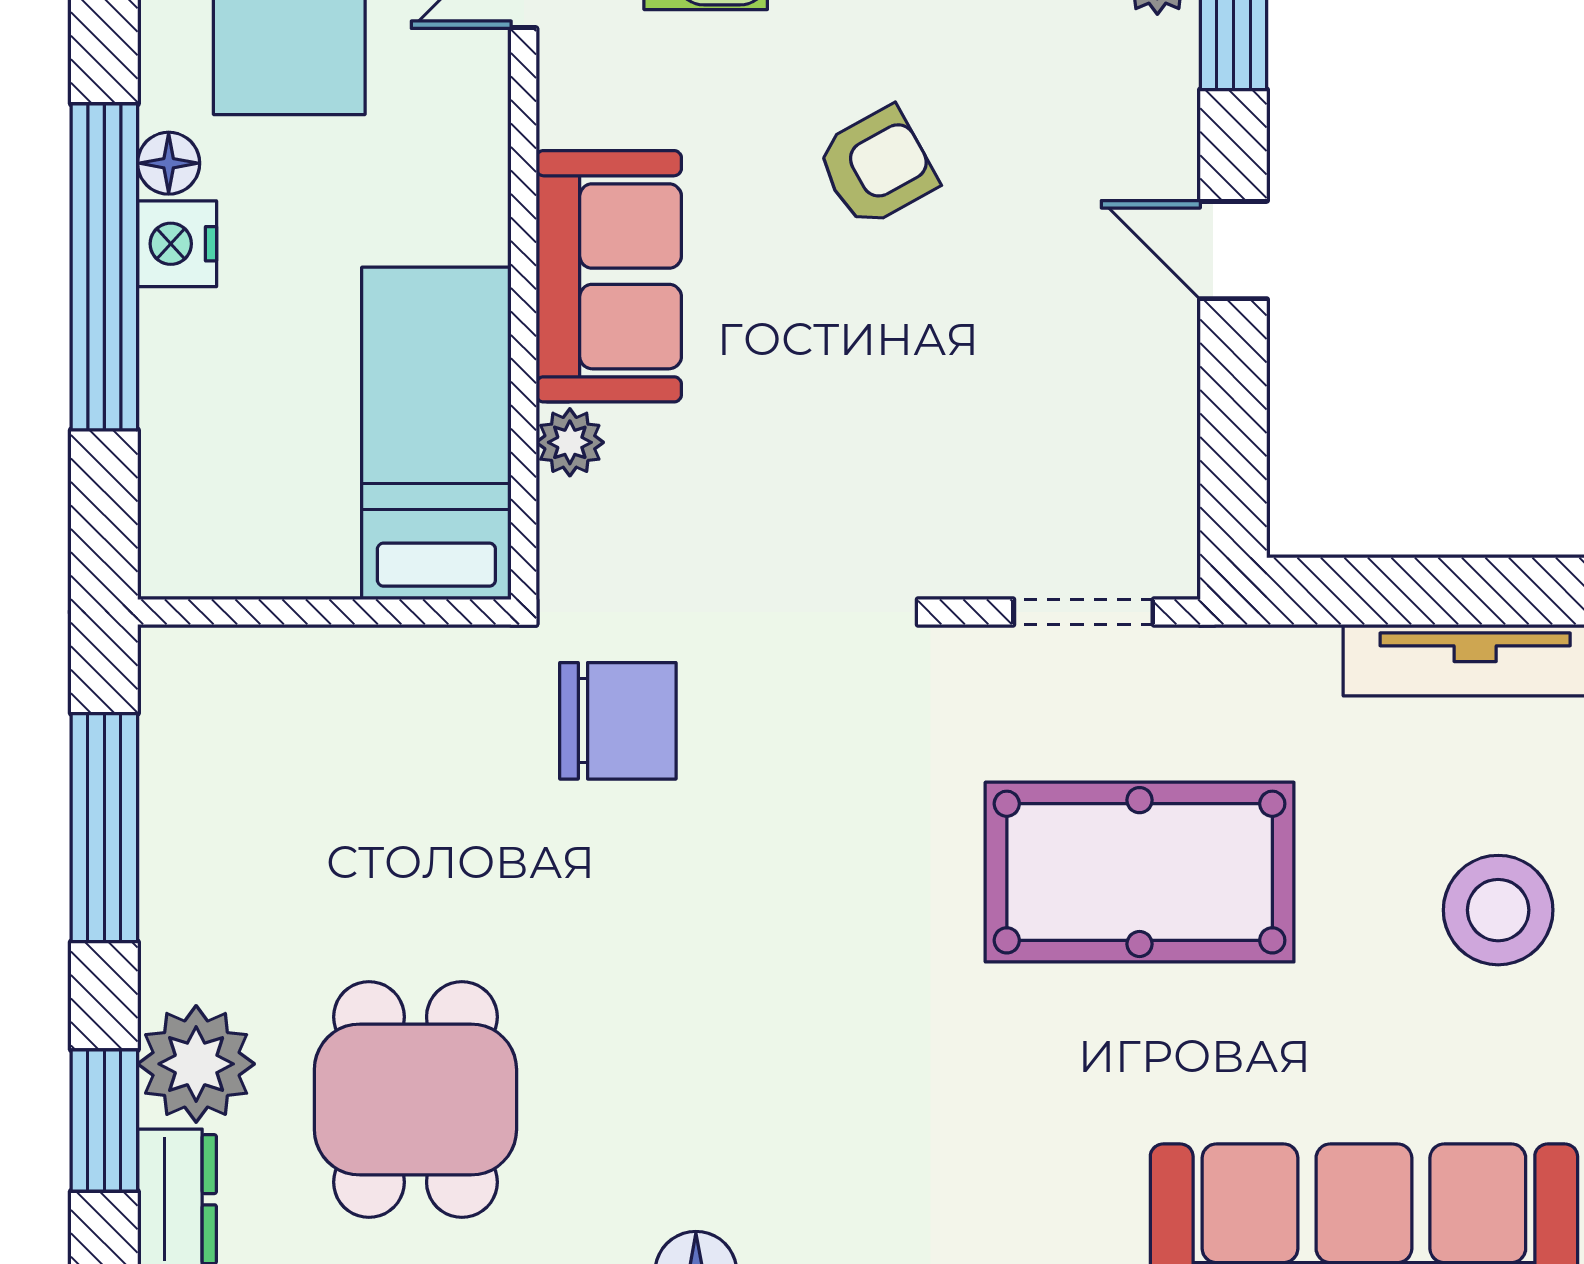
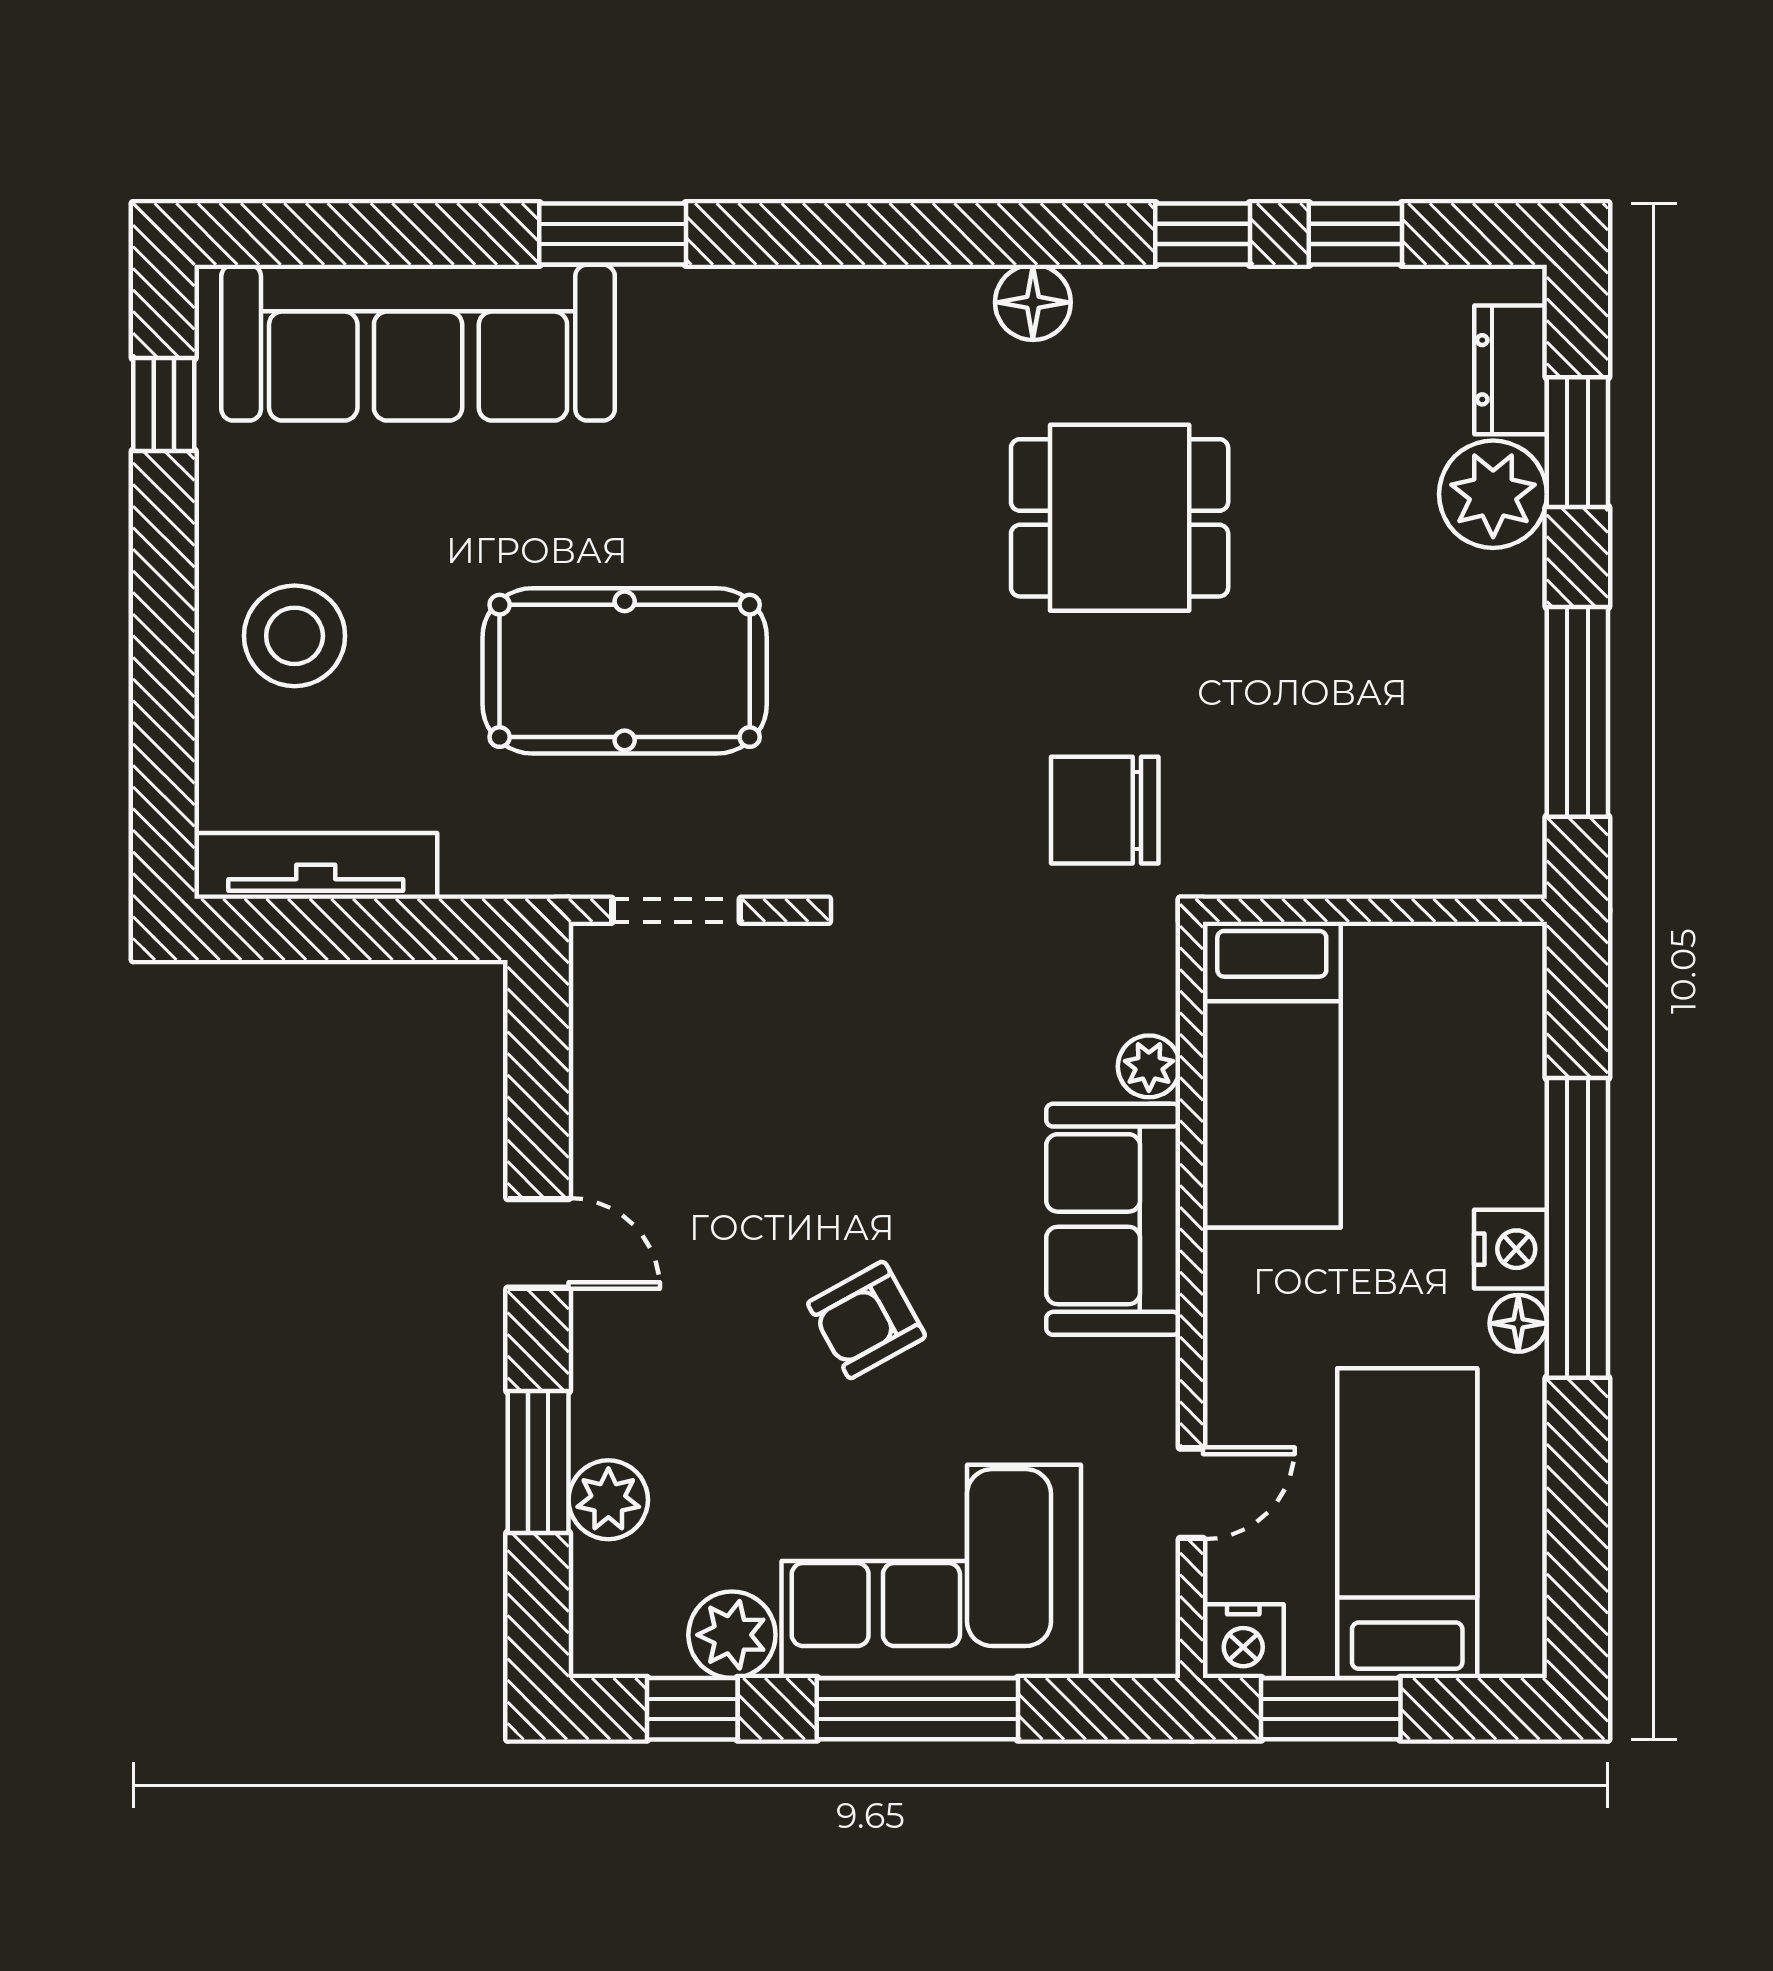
dining table: (415, 1100) -> (1120, 518), moved, turned 90

